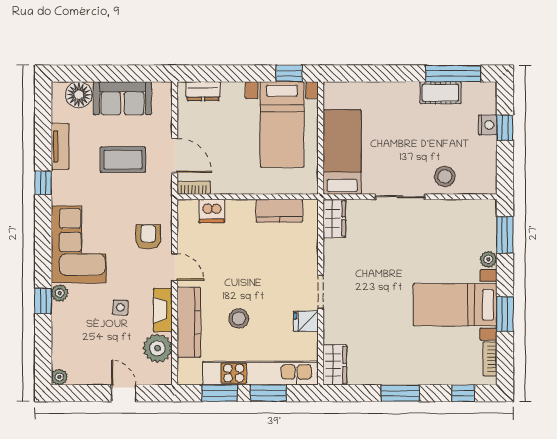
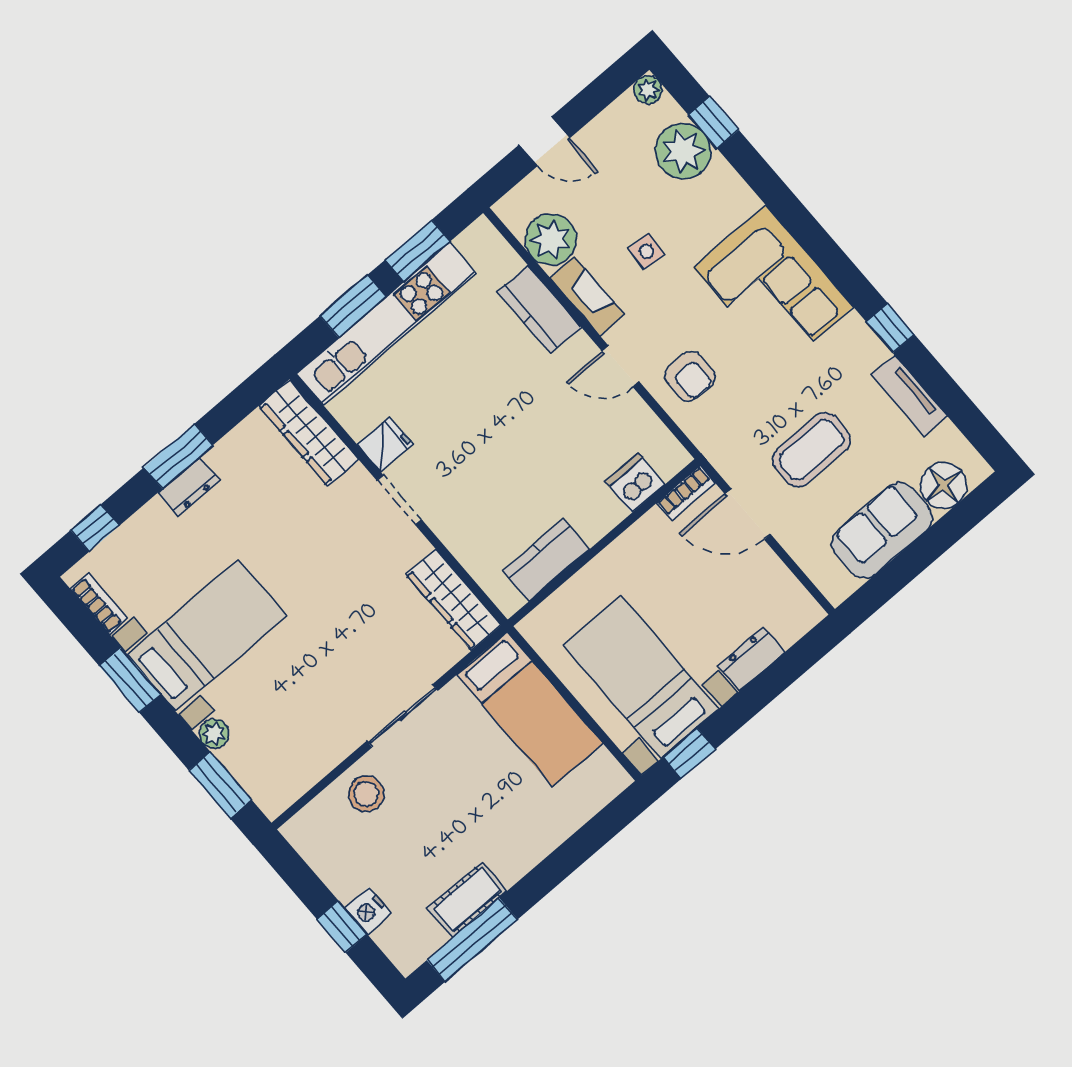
dresser: (203, 91) -> (752, 659), moved
wardrobe: (334, 218) -> (454, 600), width x1.50
plant: (60, 293) -> (683, 151), moved, width x1.88, depth x1.88
window: (43, 301) -> (714, 122), moved
stool: (239, 318) -> (477, 371), removed
kitchen counter: (189, 322) -> (539, 309), width x0.67
wardrobe: (335, 365) -> (309, 433), width x1.50
dresser: (407, 376) -> (189, 487), added

